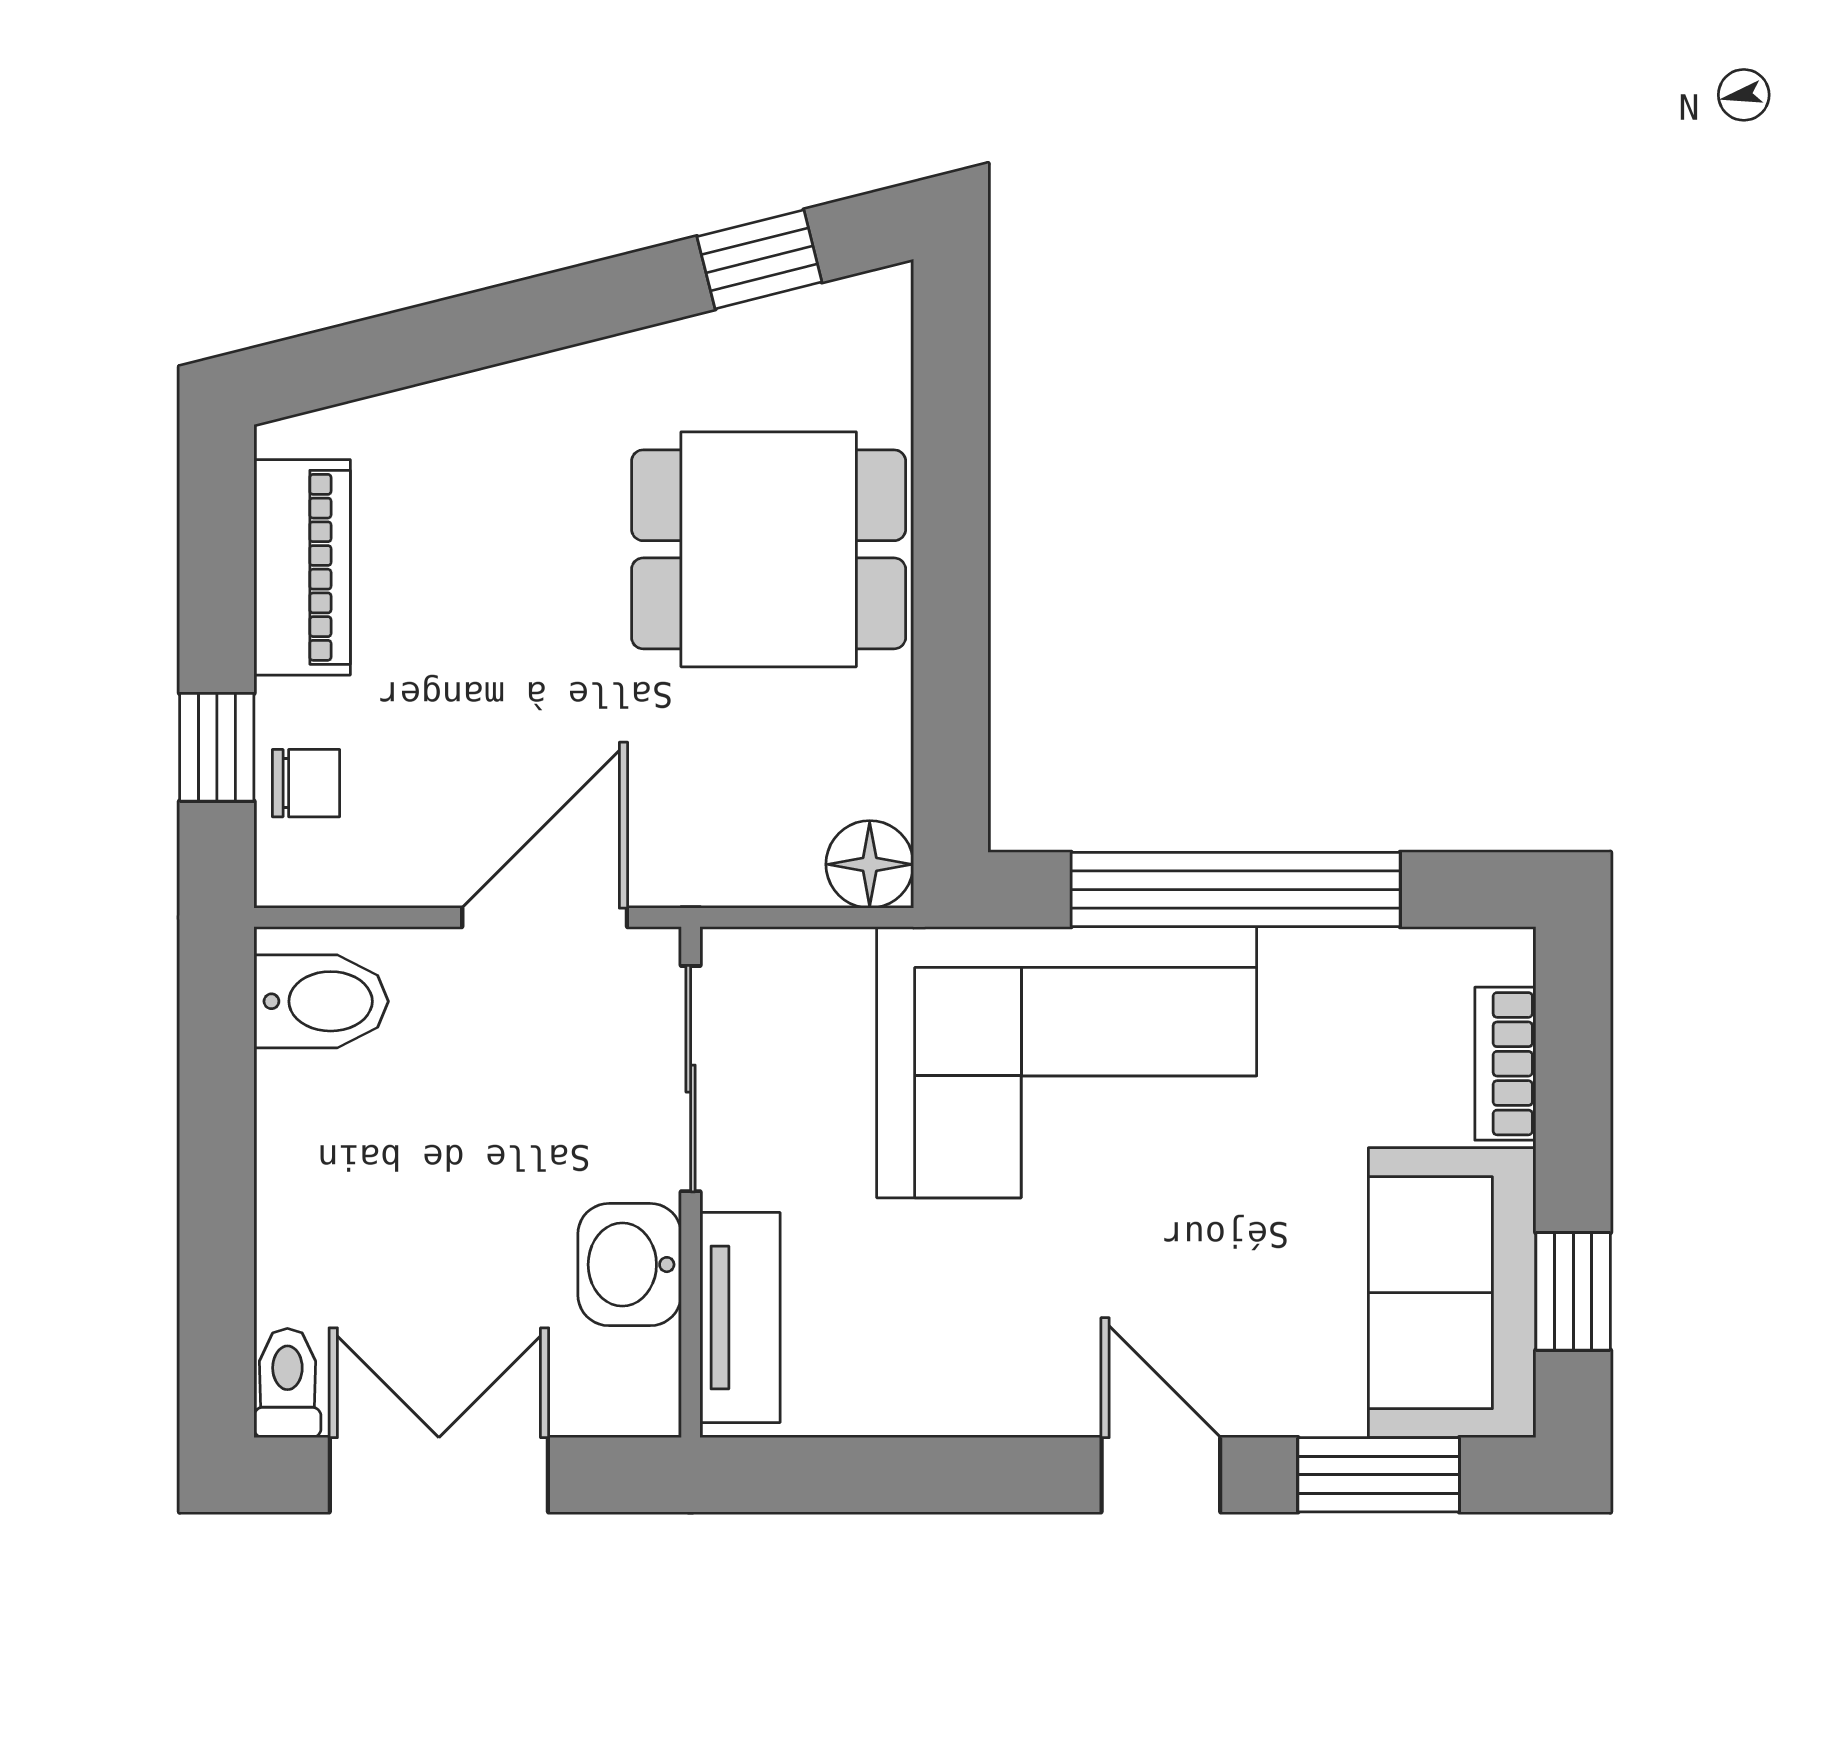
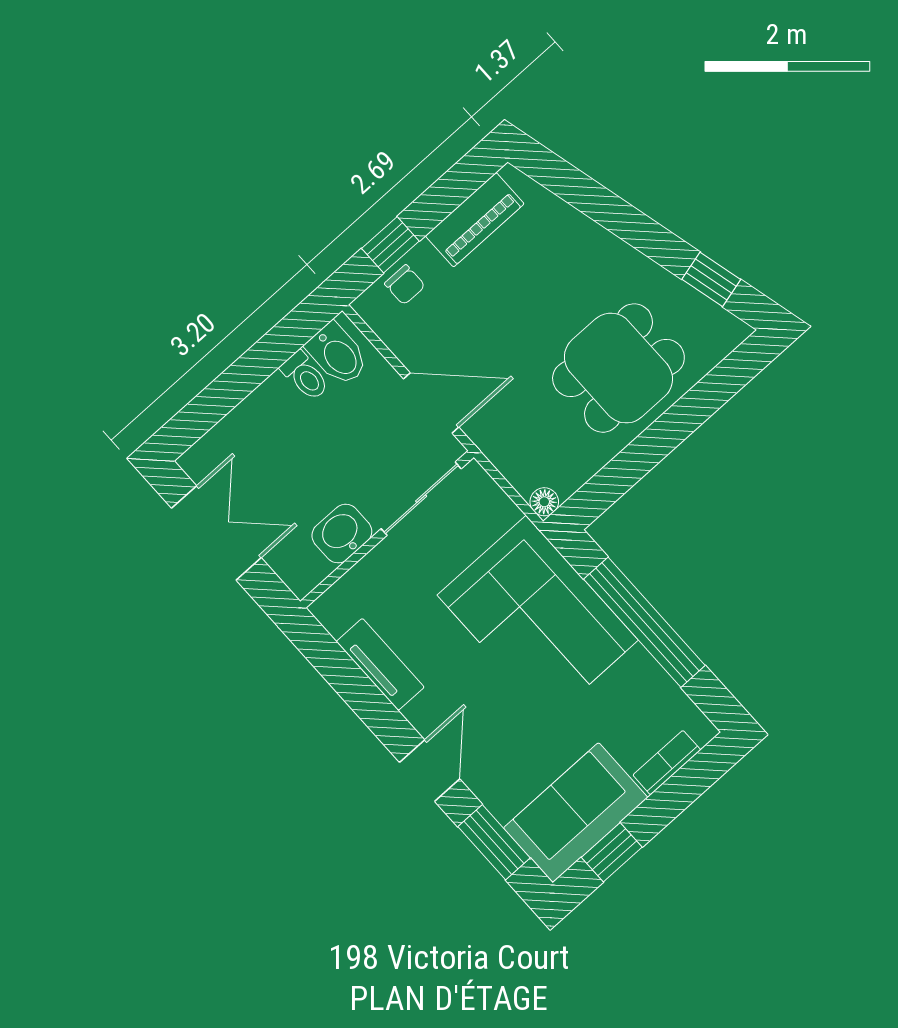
dining table: (769, 549) -> (618, 368), turned 90
floor lamp: (870, 864) -> (544, 502), width x0.73, depth x0.73
tv unit: (740, 1318) -> (380, 664), moved, turned -90
toilet: (287, 1383) -> (305, 376), moved, turned 90

